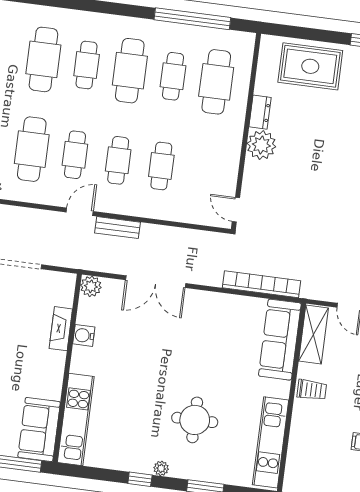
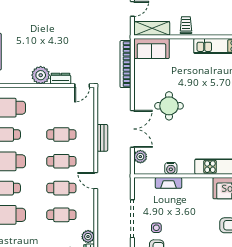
dresser: (260, 112) -> (61, 79), moved
cafe table: (32, 149) -> (61, 215), width x0.73, depth x0.74
bench: (118, 228) -> (102, 138), moved
plant: (91, 286) -> (140, 157), moved
sofa: (280, 340) -> (151, 49), width x0.73
round table: (195, 420) -> (169, 106), moved

